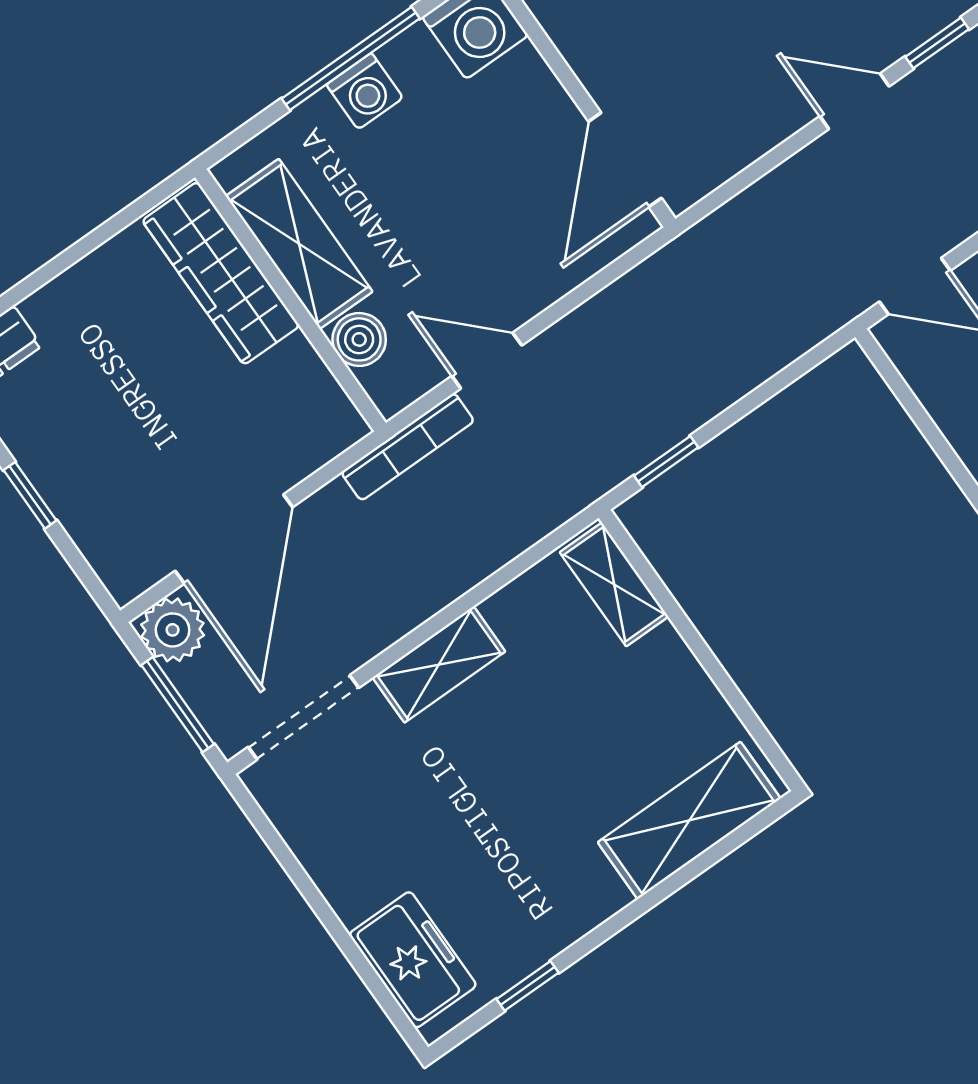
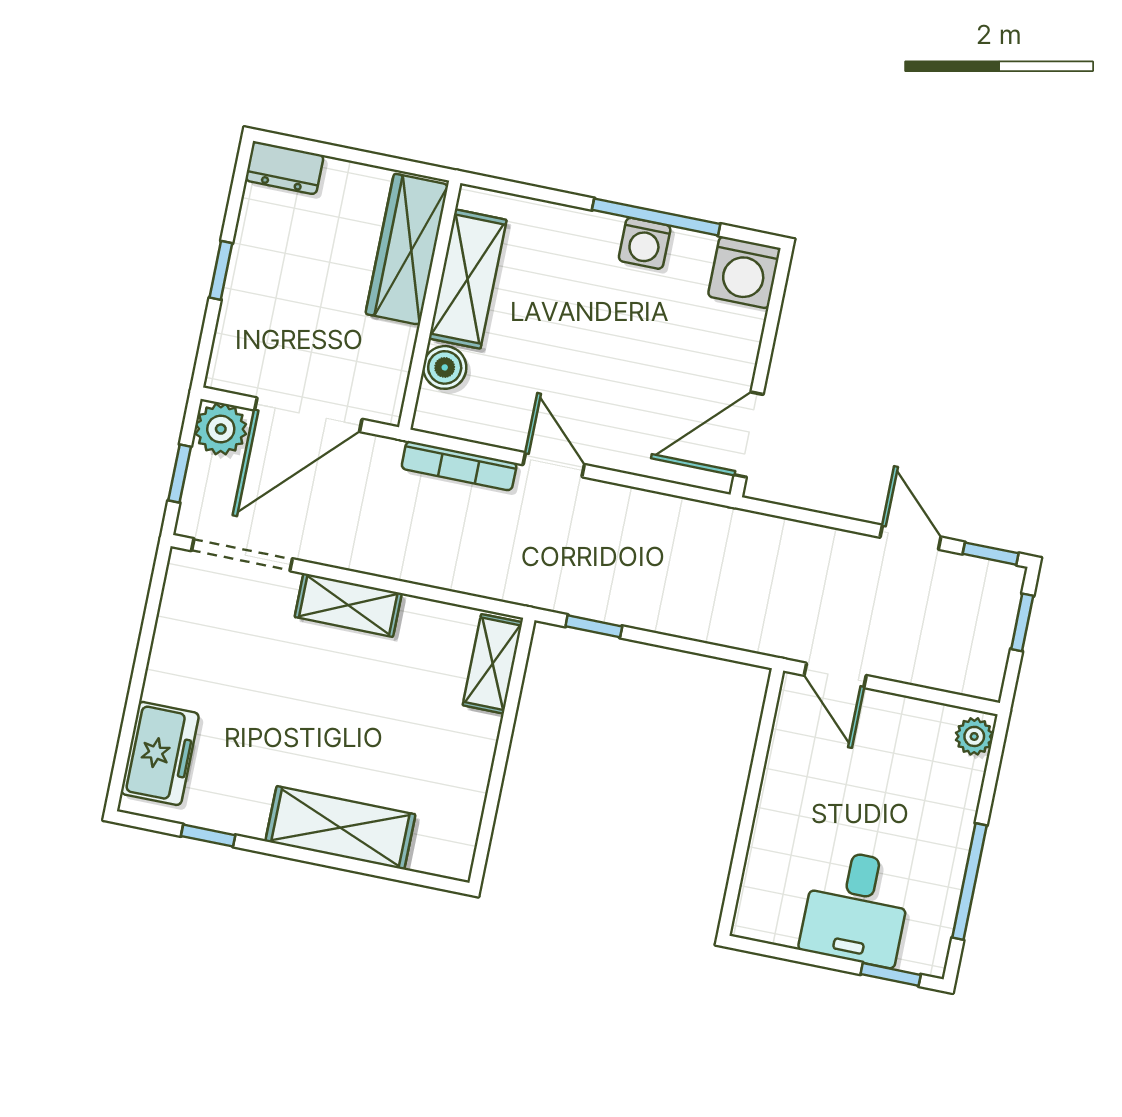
shelving: (299, 244) -> (468, 279), moved
wardrobe: (221, 273) -> (407, 249), moved
wall: (290, 300) -> (430, 305), moved
boiler: (359, 339) -> (445, 367), moved
window: (178, 705) -> (180, 474), width x0.67
shelving: (689, 820) -> (340, 828), moved

